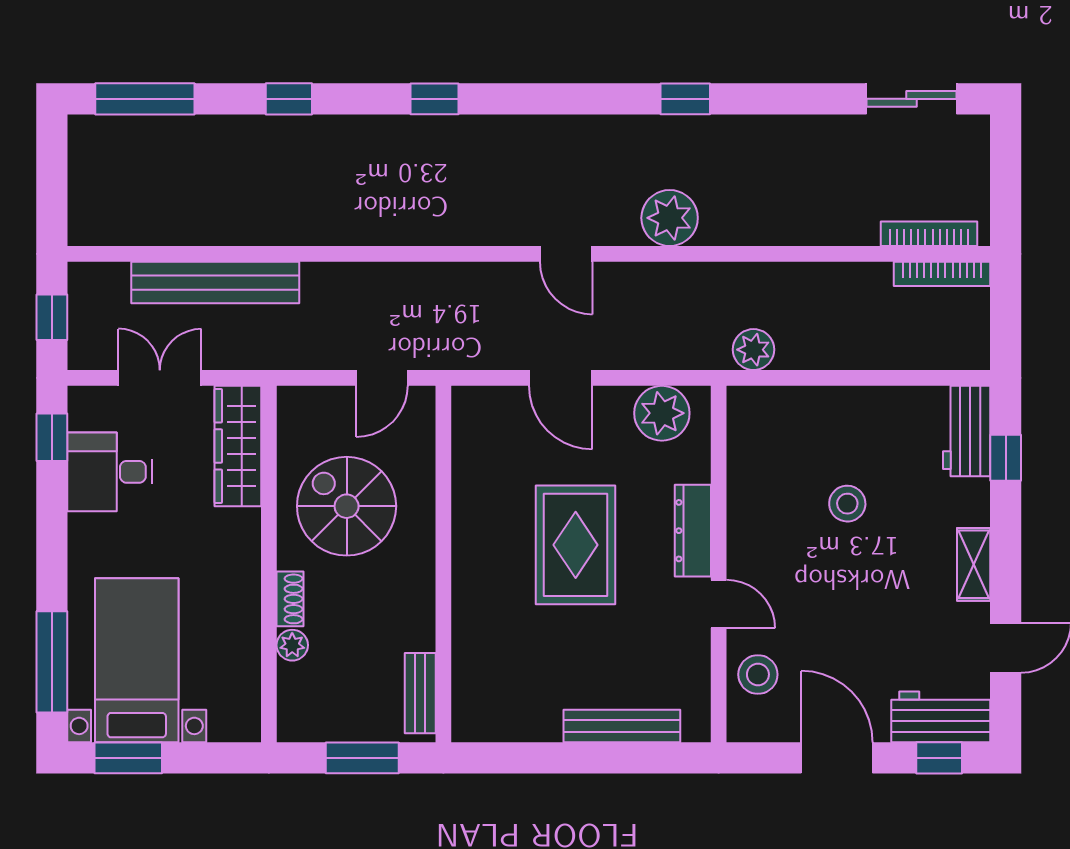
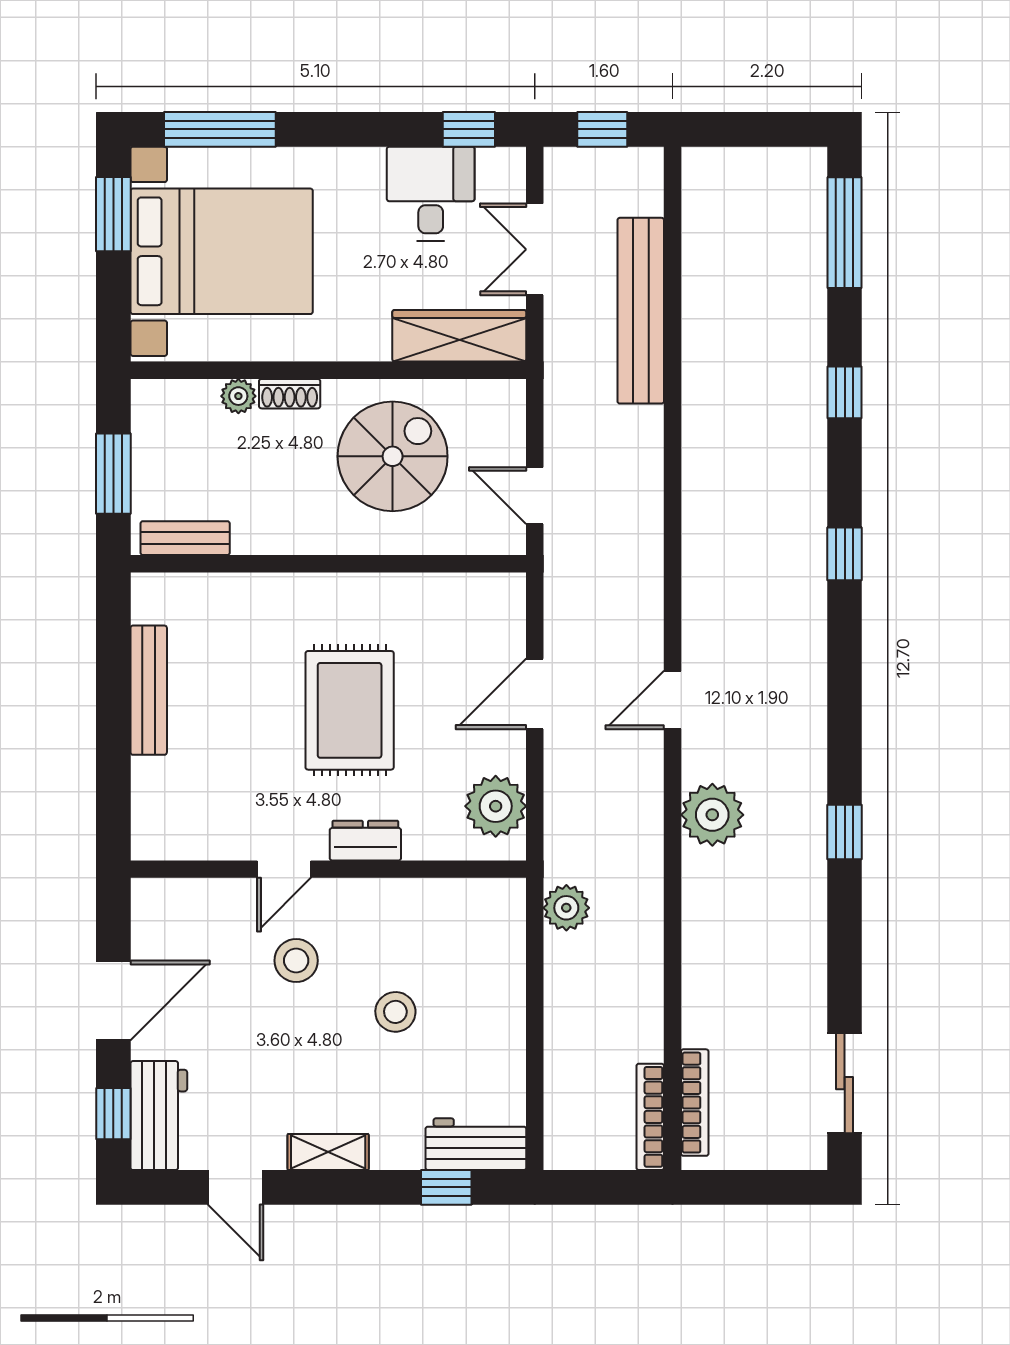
double door: (160, 378) -> (535, 249), swing flipped
dresser: (693, 531) -> (365, 841), width x0.70
rug: (576, 545) -> (350, 710), turned 90
bed with nightstands: (137, 660) -> (222, 251), width x1.36
stool: (758, 674) -> (296, 961), moved
bench: (622, 726) -> (149, 690), moved

